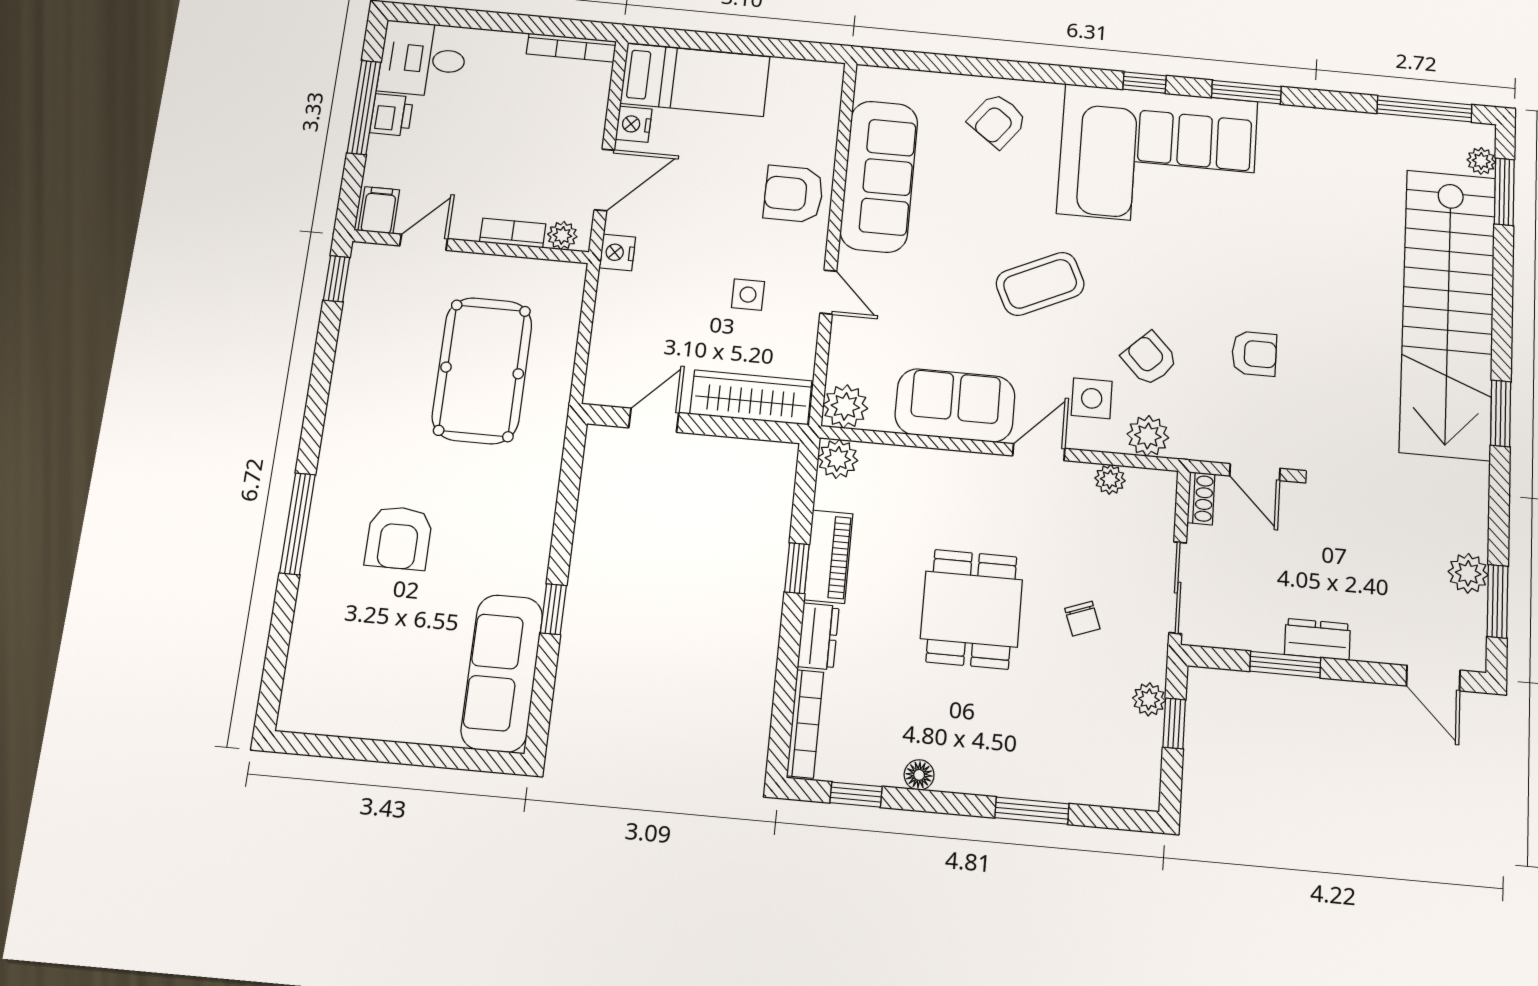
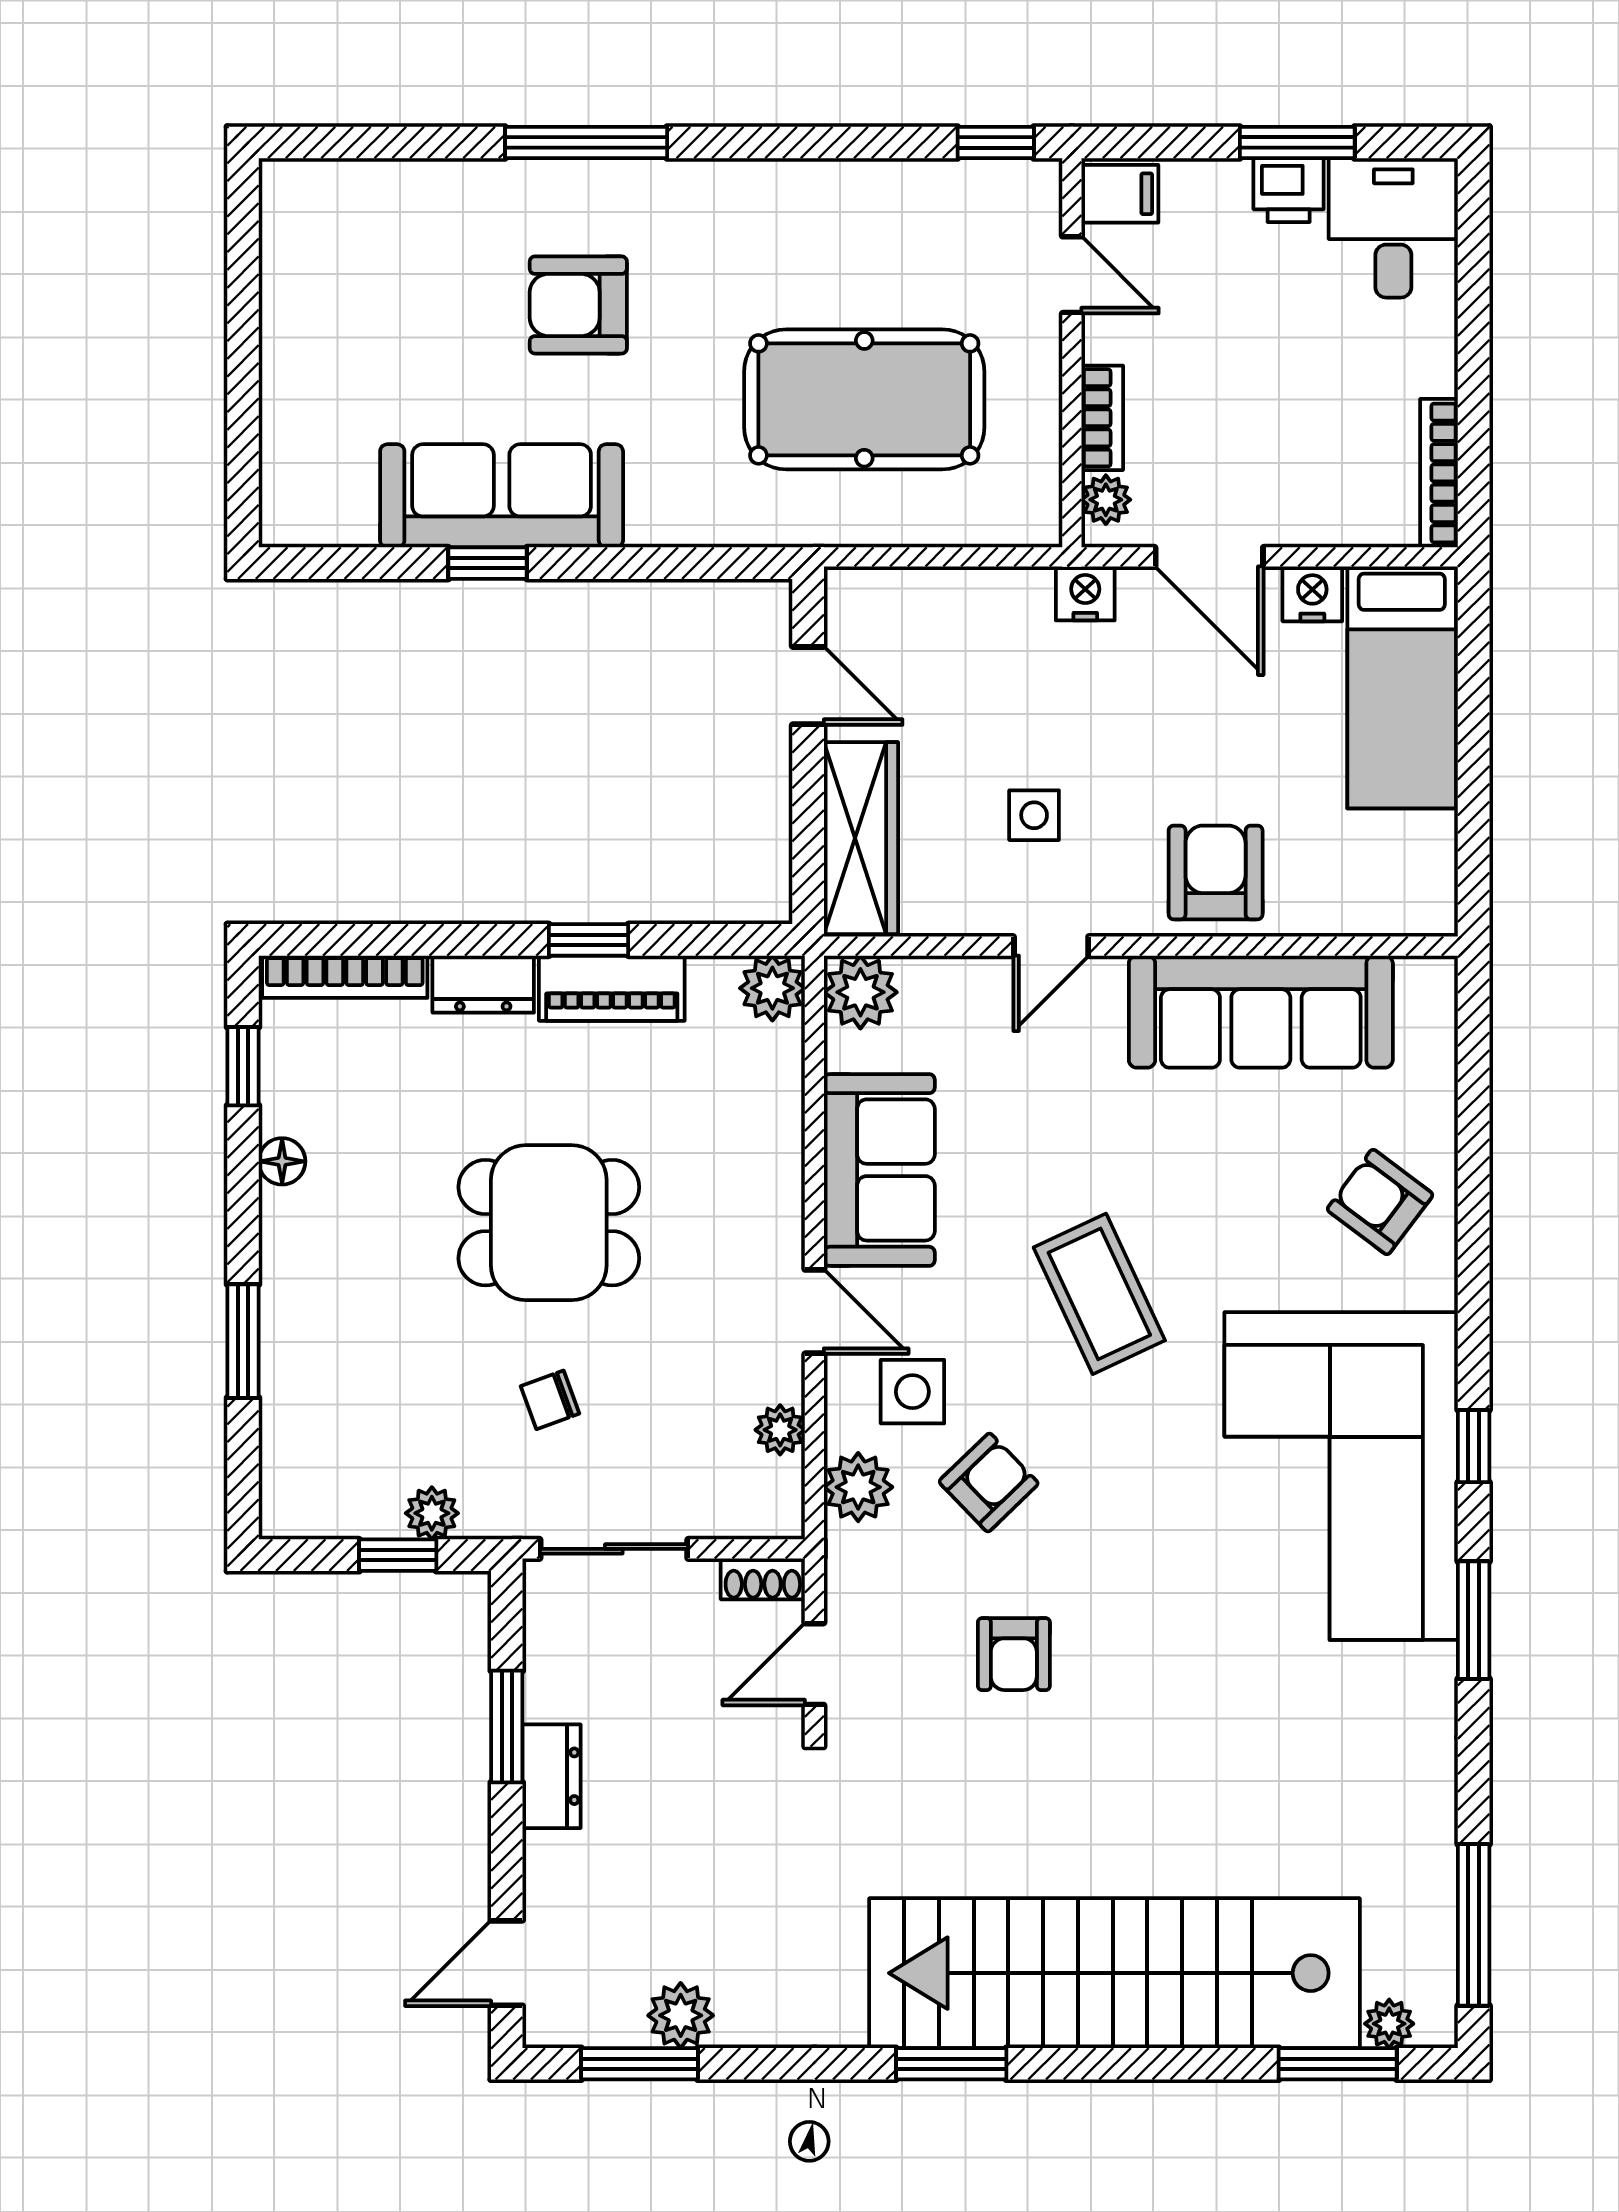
window: (364, 107) -> (1297, 142), width x0.69
sofa: (502, 673) -> (502, 496), moved

